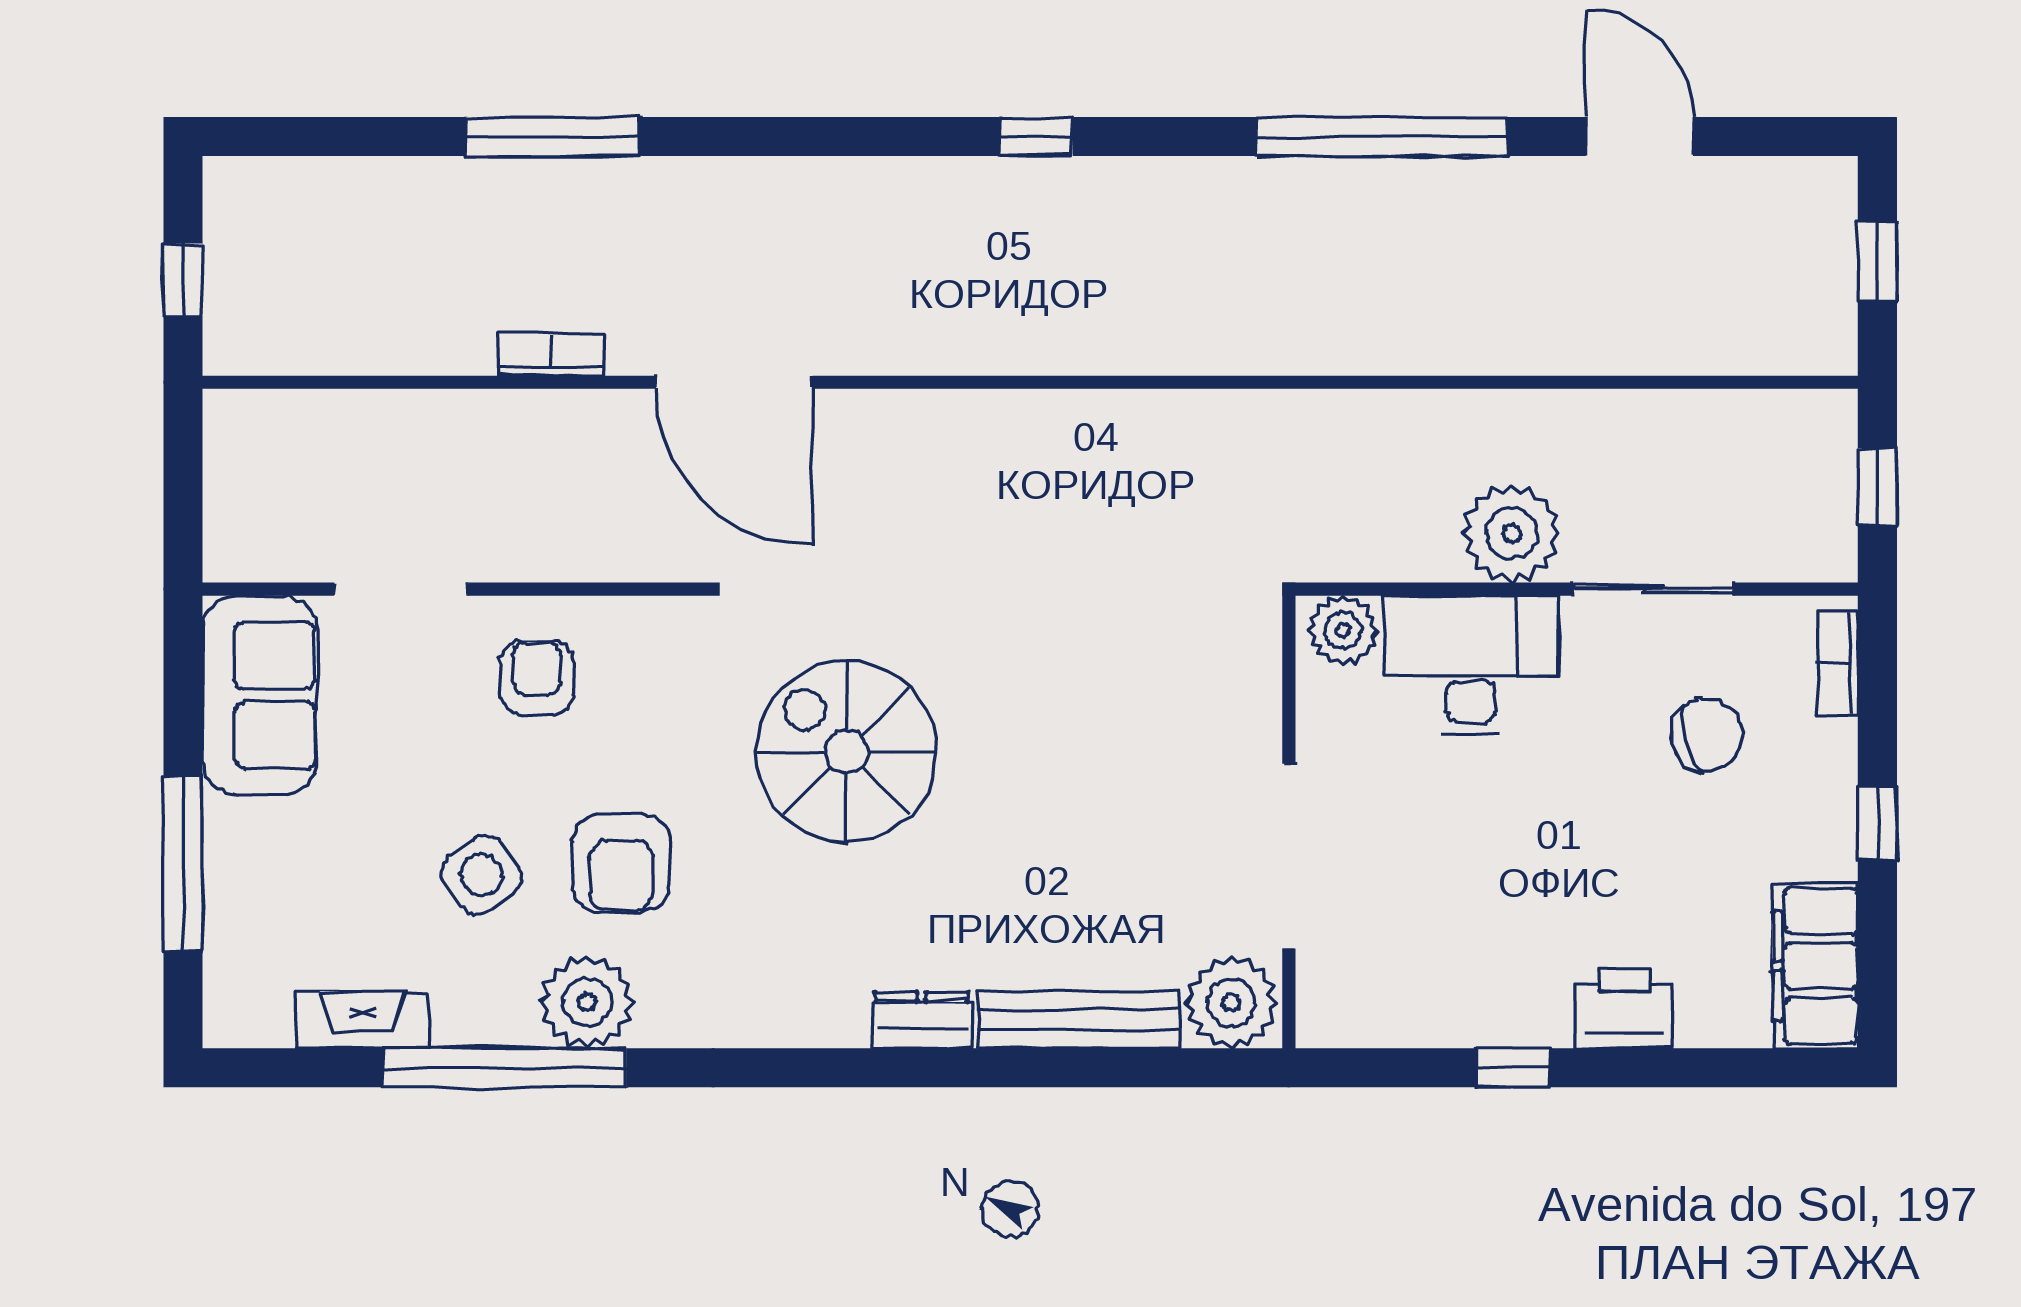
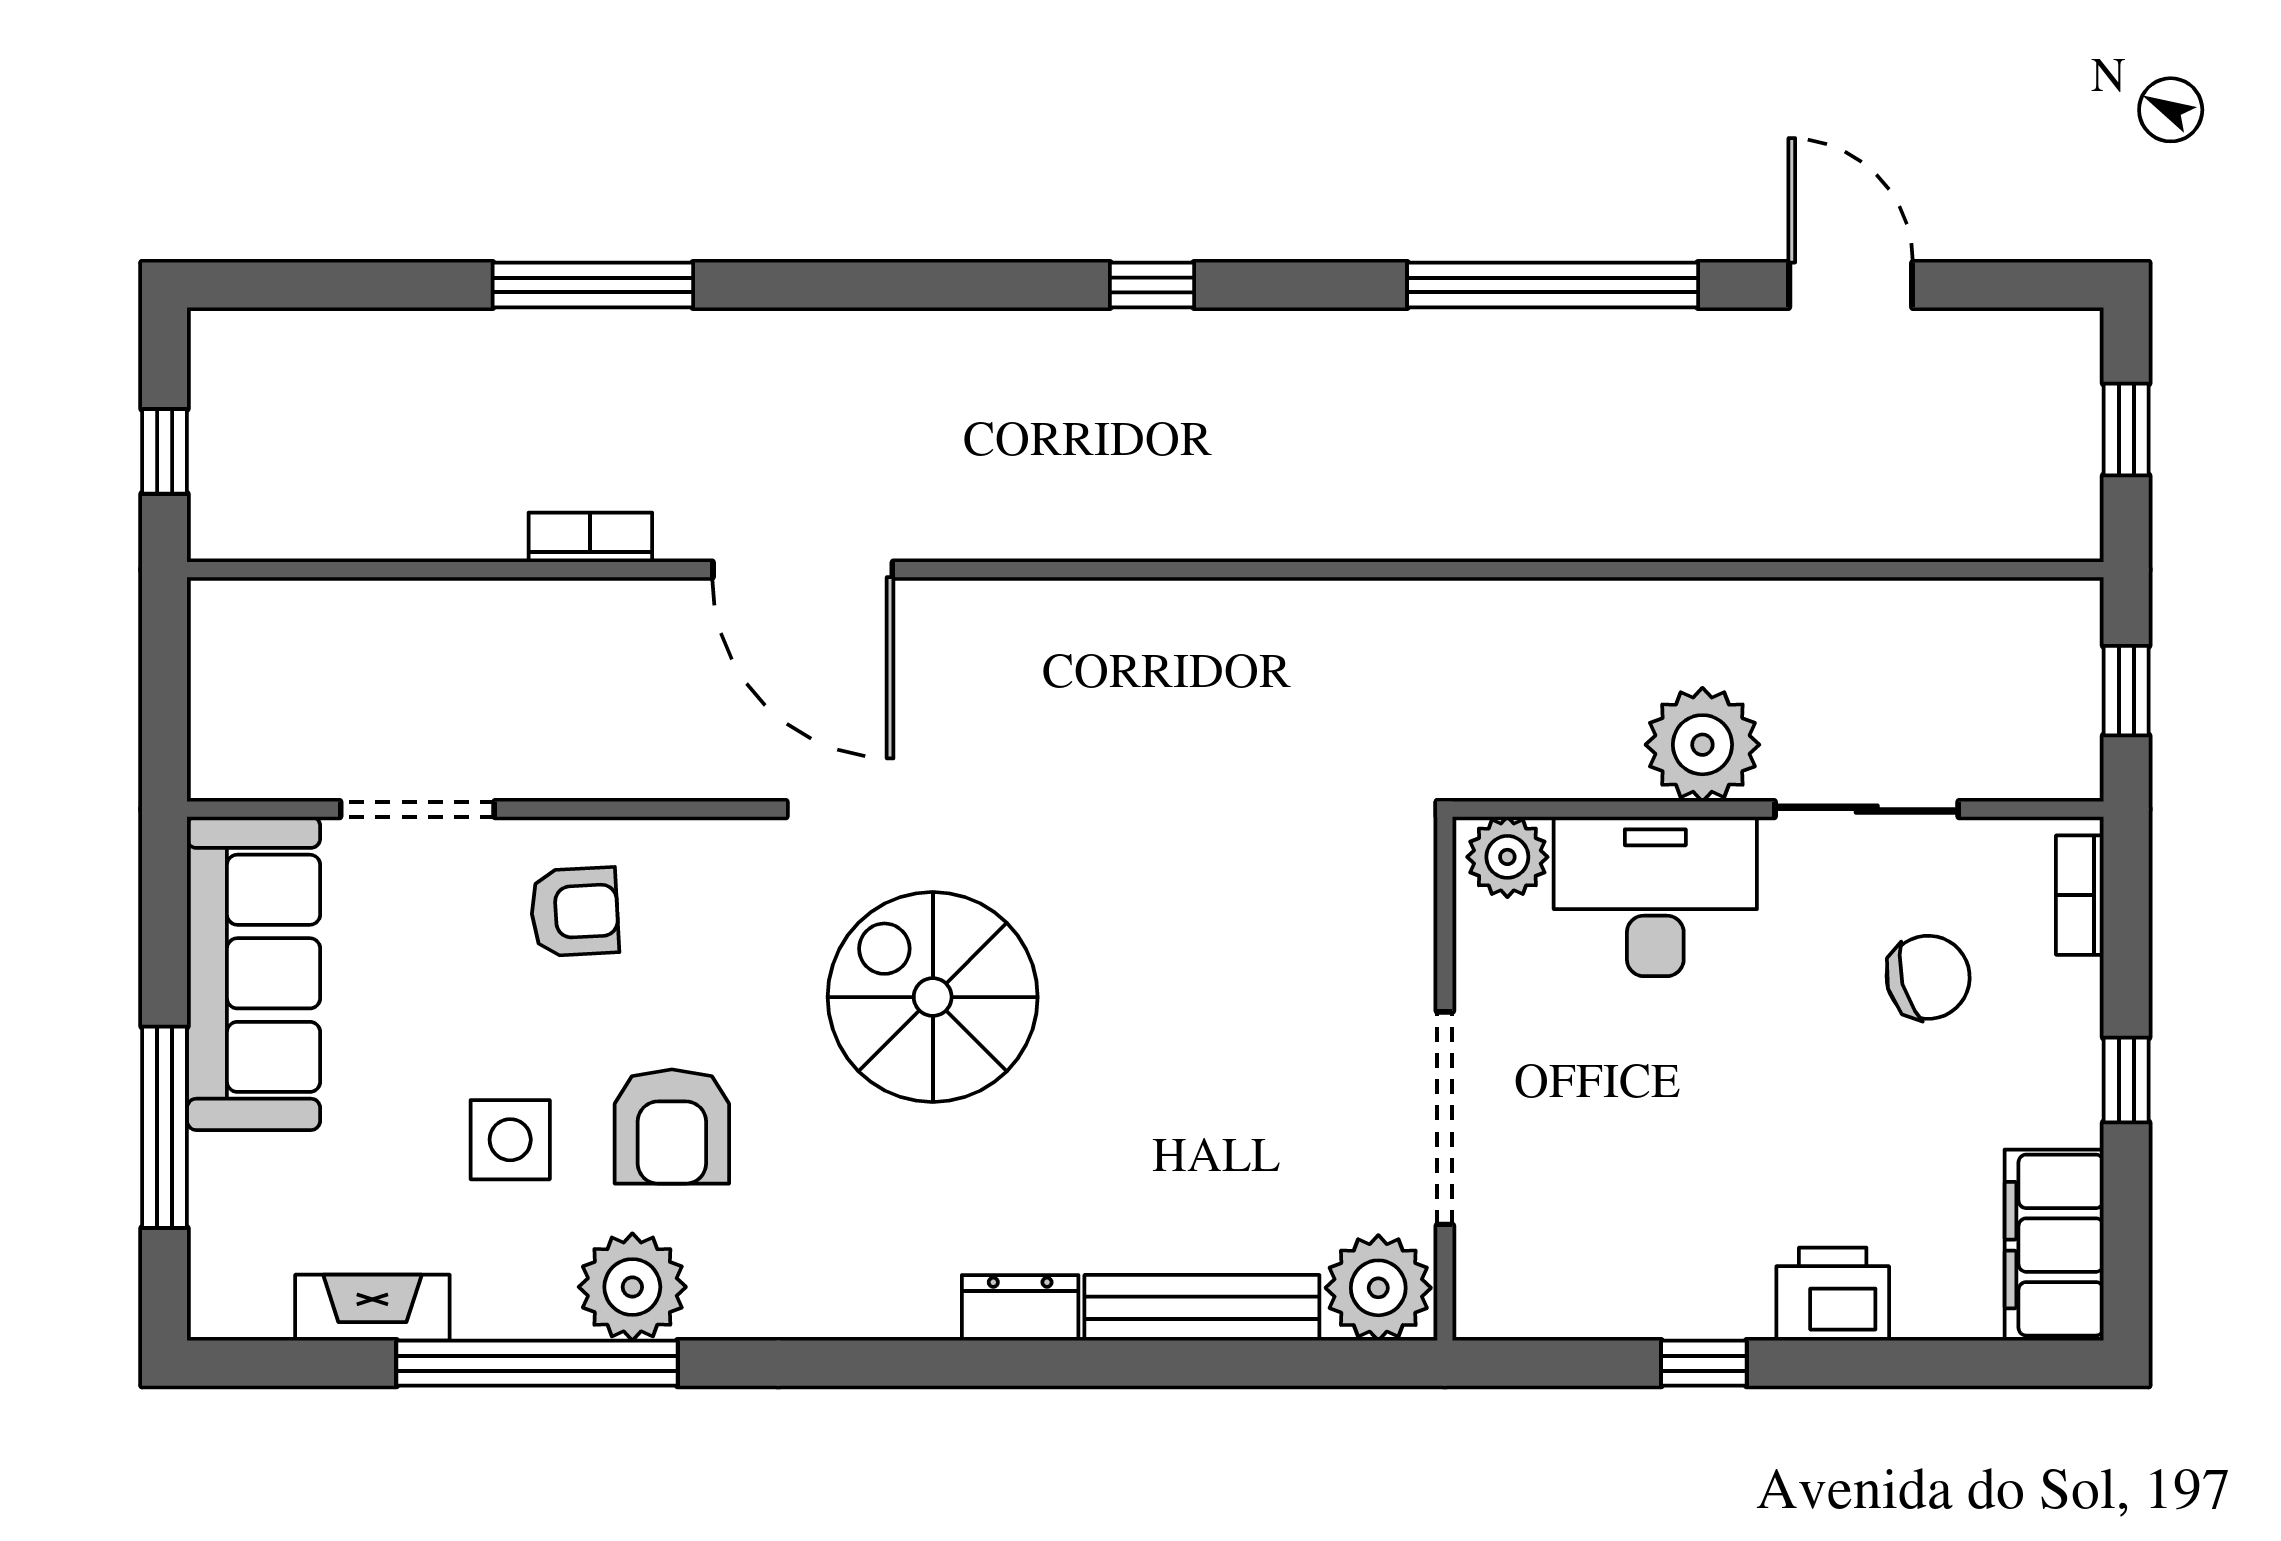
armchair: (537, 678) -> (575, 912), turned 87
sofa: (260, 695) -> (254, 973), width x1.36
side table: (481, 875) -> (510, 1140), turned 35

